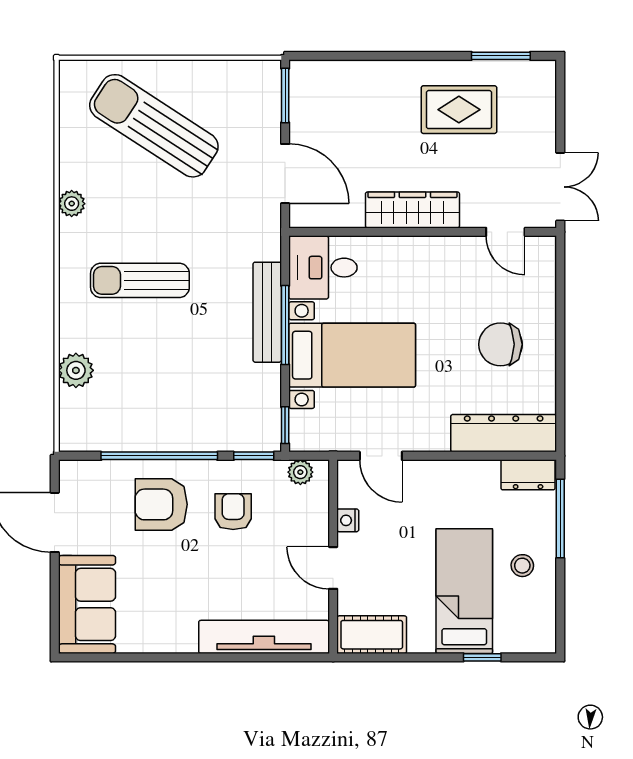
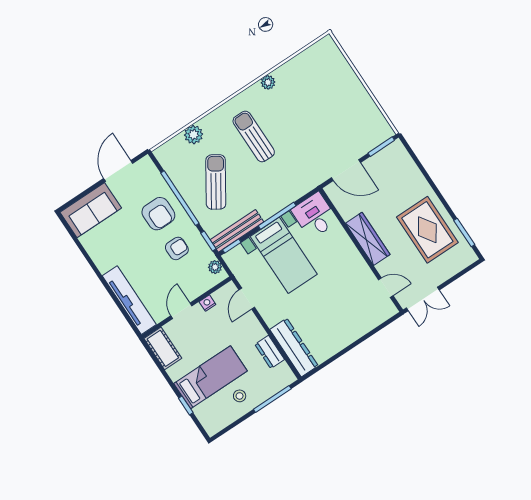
rug: (459, 110) -> (427, 230), width x1.36, depth x1.43
sun lounger: (154, 126) -> (216, 182), moved, width x0.73, depth x0.75
door: (285, 174) -> (346, 170), hinge flipped
door: (505, 232) -> (386, 288), swing flipped
bench: (267, 312) -> (237, 231), moved
chair: (500, 344) -> (333, 319), removed
dresser: (528, 475) -> (270, 352), moved
armchair: (161, 504) -> (158, 214), turned 180

